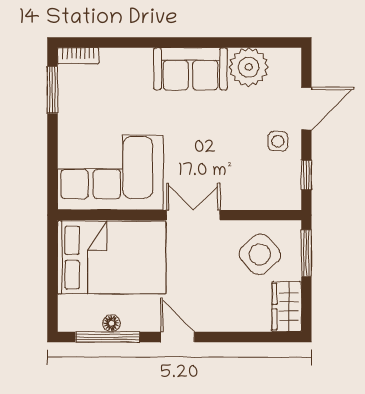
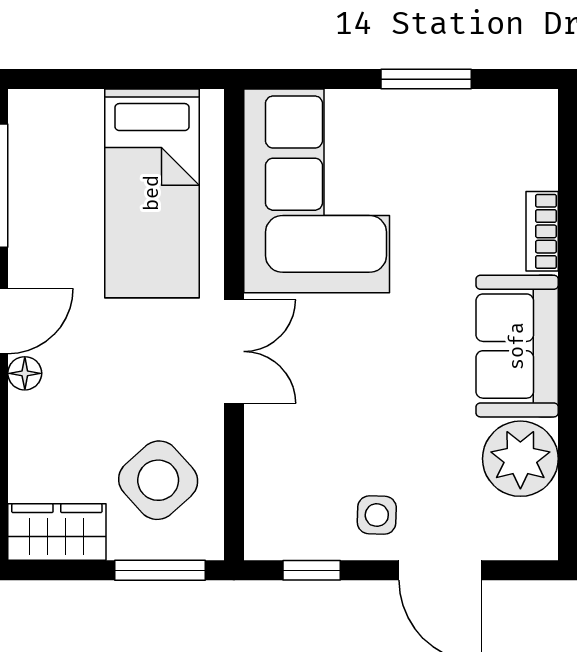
bookcase: (78, 56) -> (542, 231), moved
window: (52, 90) -> (426, 79), moved
bed: (112, 257) -> (152, 193), width x0.67
floor lamp: (111, 323) -> (25, 373), moved

